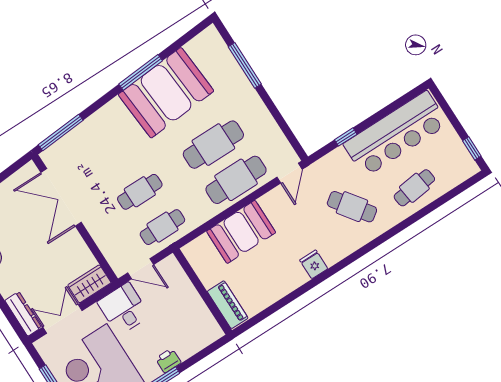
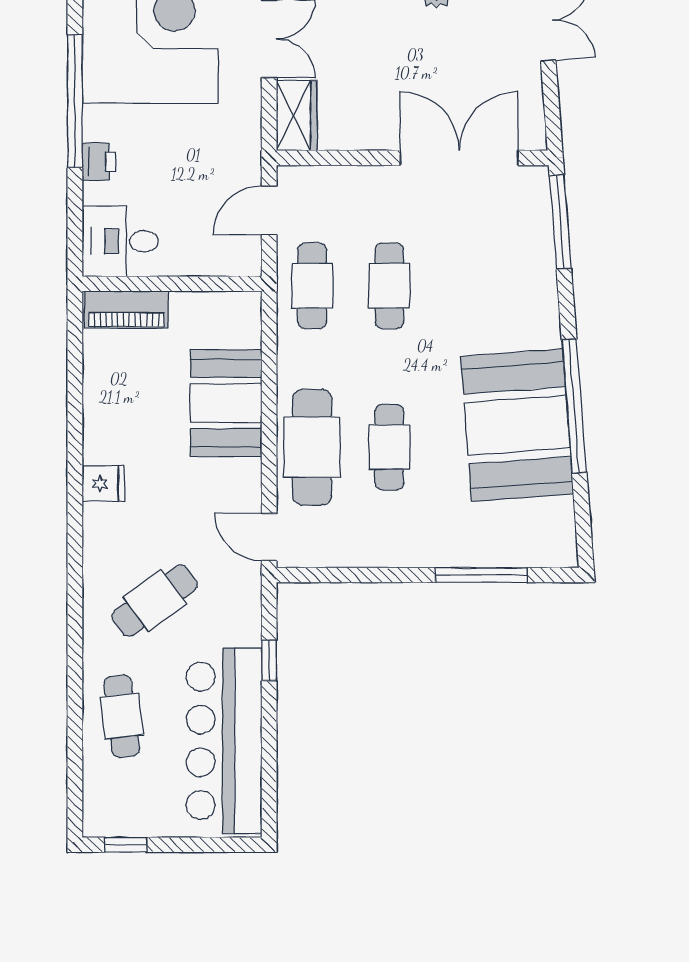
window: (141, 72) -> (574, 406), width x1.46
cafe table: (213, 145) -> (389, 447), width x0.73, depth x0.74
desk: (124, 309) -> (120, 241), moved, turned 180

